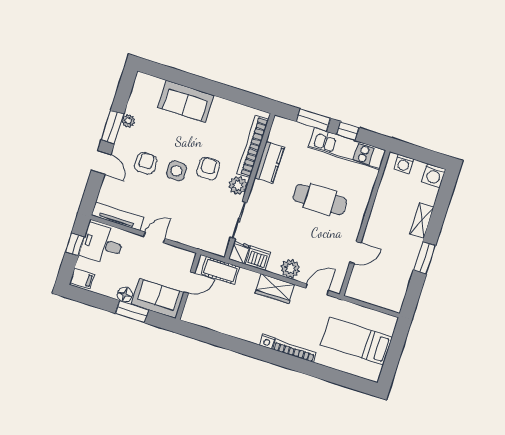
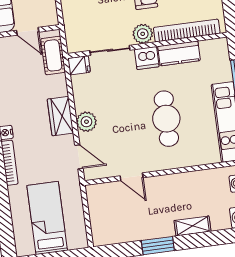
dishwasher: (258, 258) -> (147, 58), moved, turned 90

